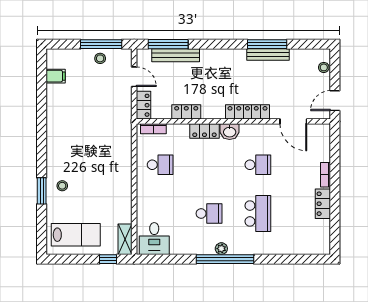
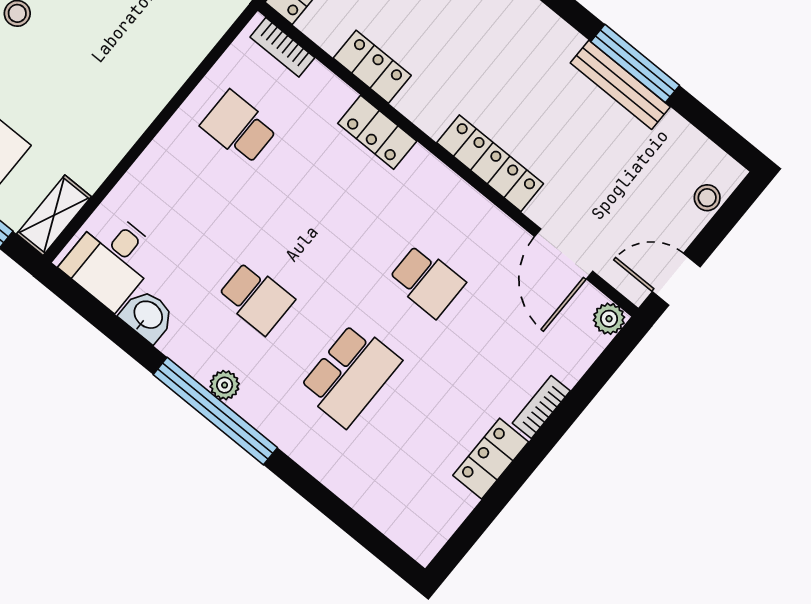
plant: (324, 130) -> (609, 319), added
washbasin: (230, 132) -> (148, 316), moved, turned 180
school desk: (160, 165) -> (239, 127), turned 180

